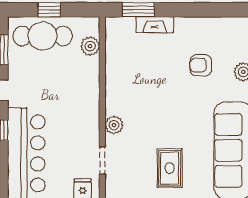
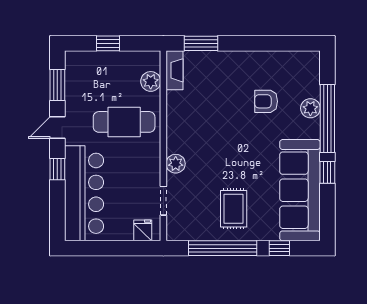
fireplace: (155, 25) -> (174, 70), moved, turned -90
cafe table: (43, 36) -> (124, 122), moved

